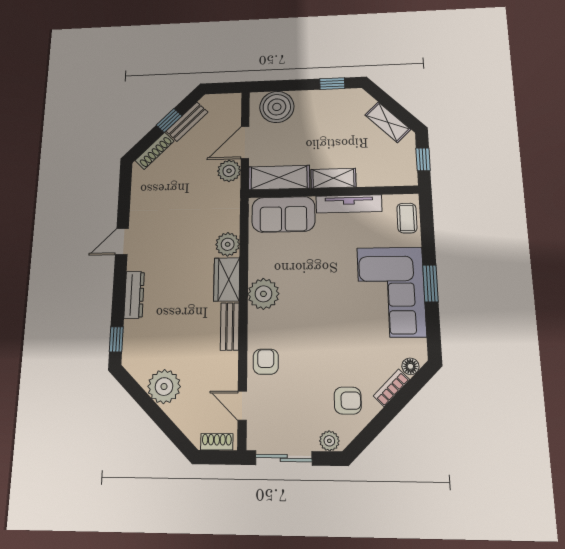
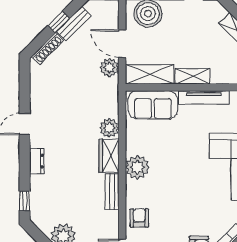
door: (245, 142) -> (122, 44), hinge flipped
dresser: (134, 295) -> (37, 161), width x0.70

